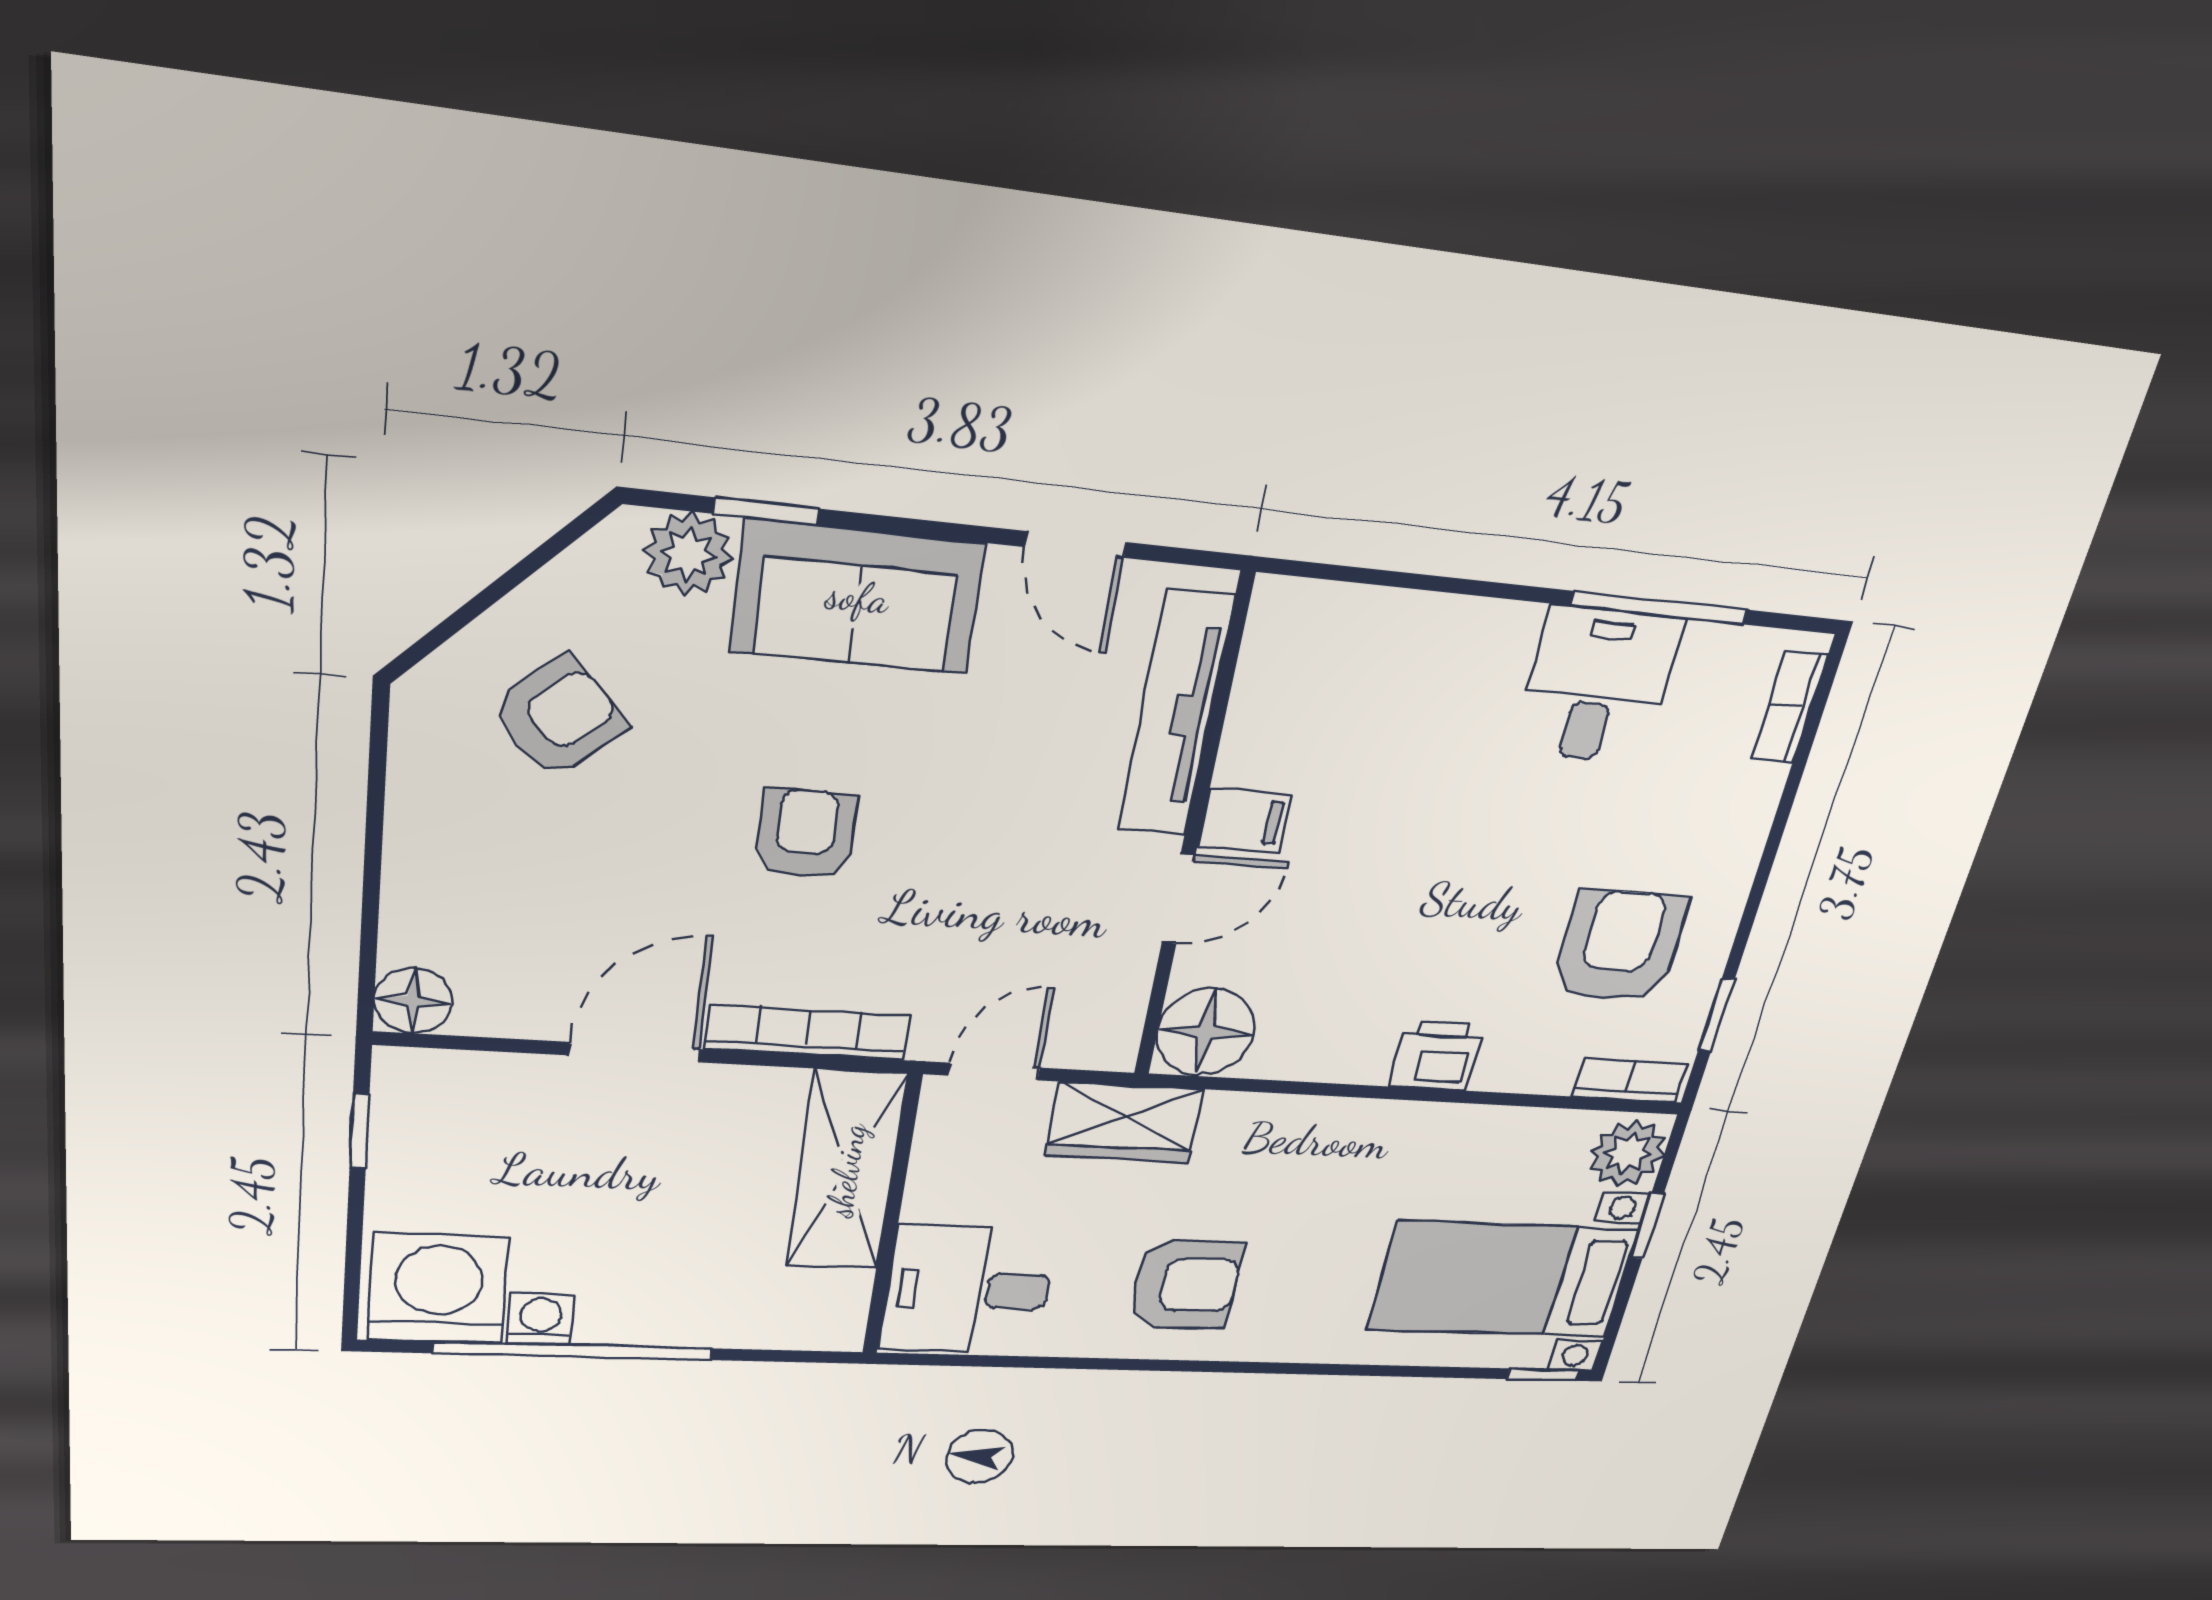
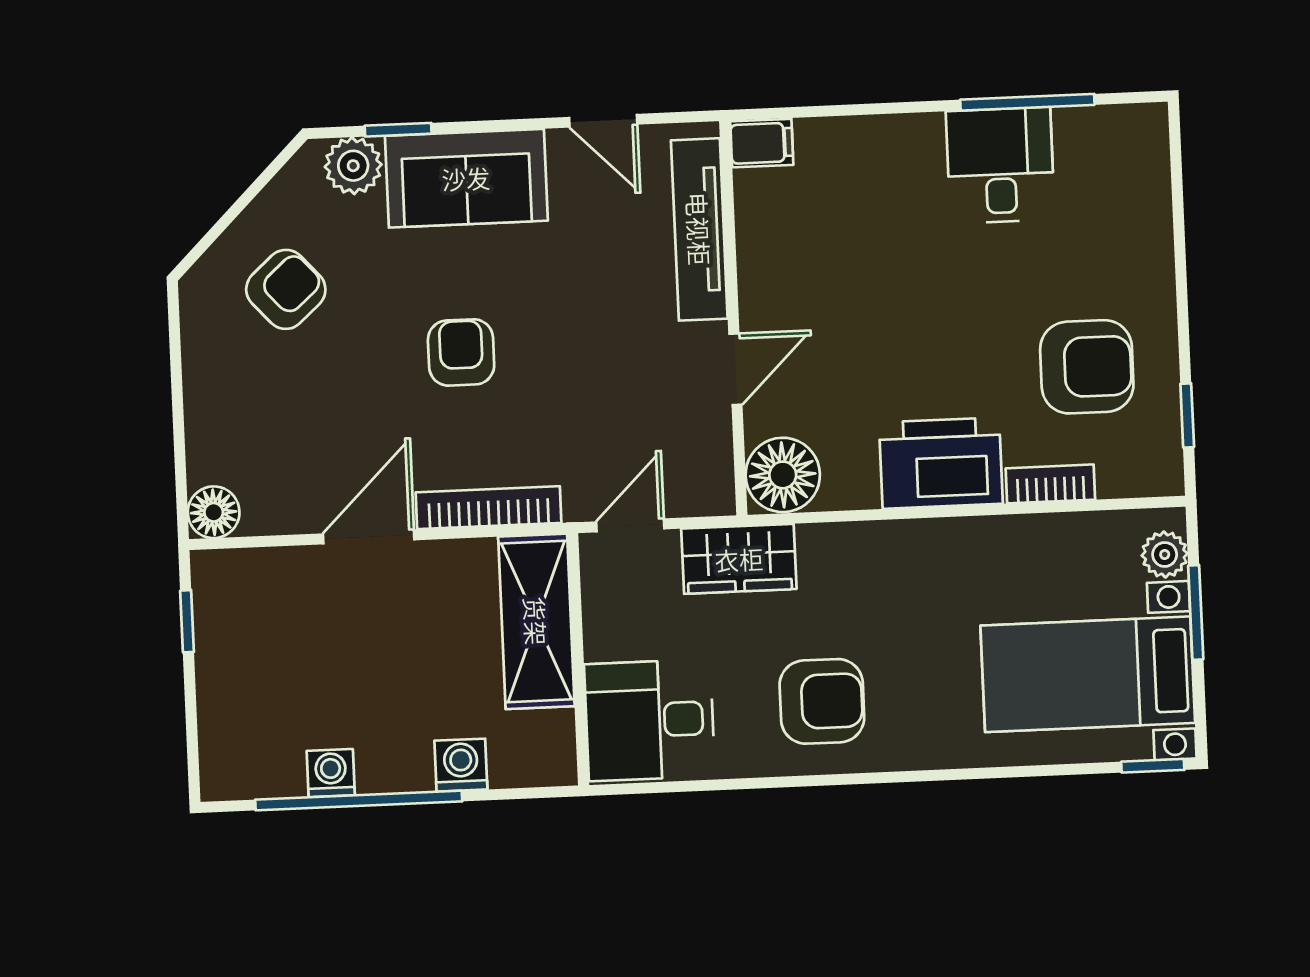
bookcase: (1789, 707) -> (1153, 161), removed
filing cabinet: (1245, 821) -> (762, 143), moved
armchair: (1619, 946) -> (1087, 367), turned 90
printer: (1437, 1056) -> (941, 463), width x1.87, depth x1.48
bookcase: (1630, 1080) -> (1050, 484), moved
plant: (1628, 1153) -> (1165, 555), width x0.73, depth x0.73
window: (1647, 1226) -> (1196, 612), width x1.50
washing machine: (438, 1289) -> (461, 765), moved, width x0.53, depth x0.53

